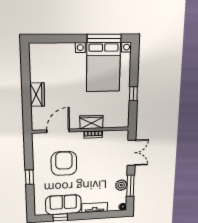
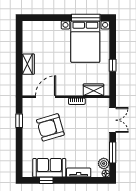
wardrobe: (91, 122) -> (93, 90), moved
armchair: (64, 163) -> (50, 127), turned -106
window: (29, 177) -> (19, 121), moved
plant: (121, 185) -> (104, 164), moved

